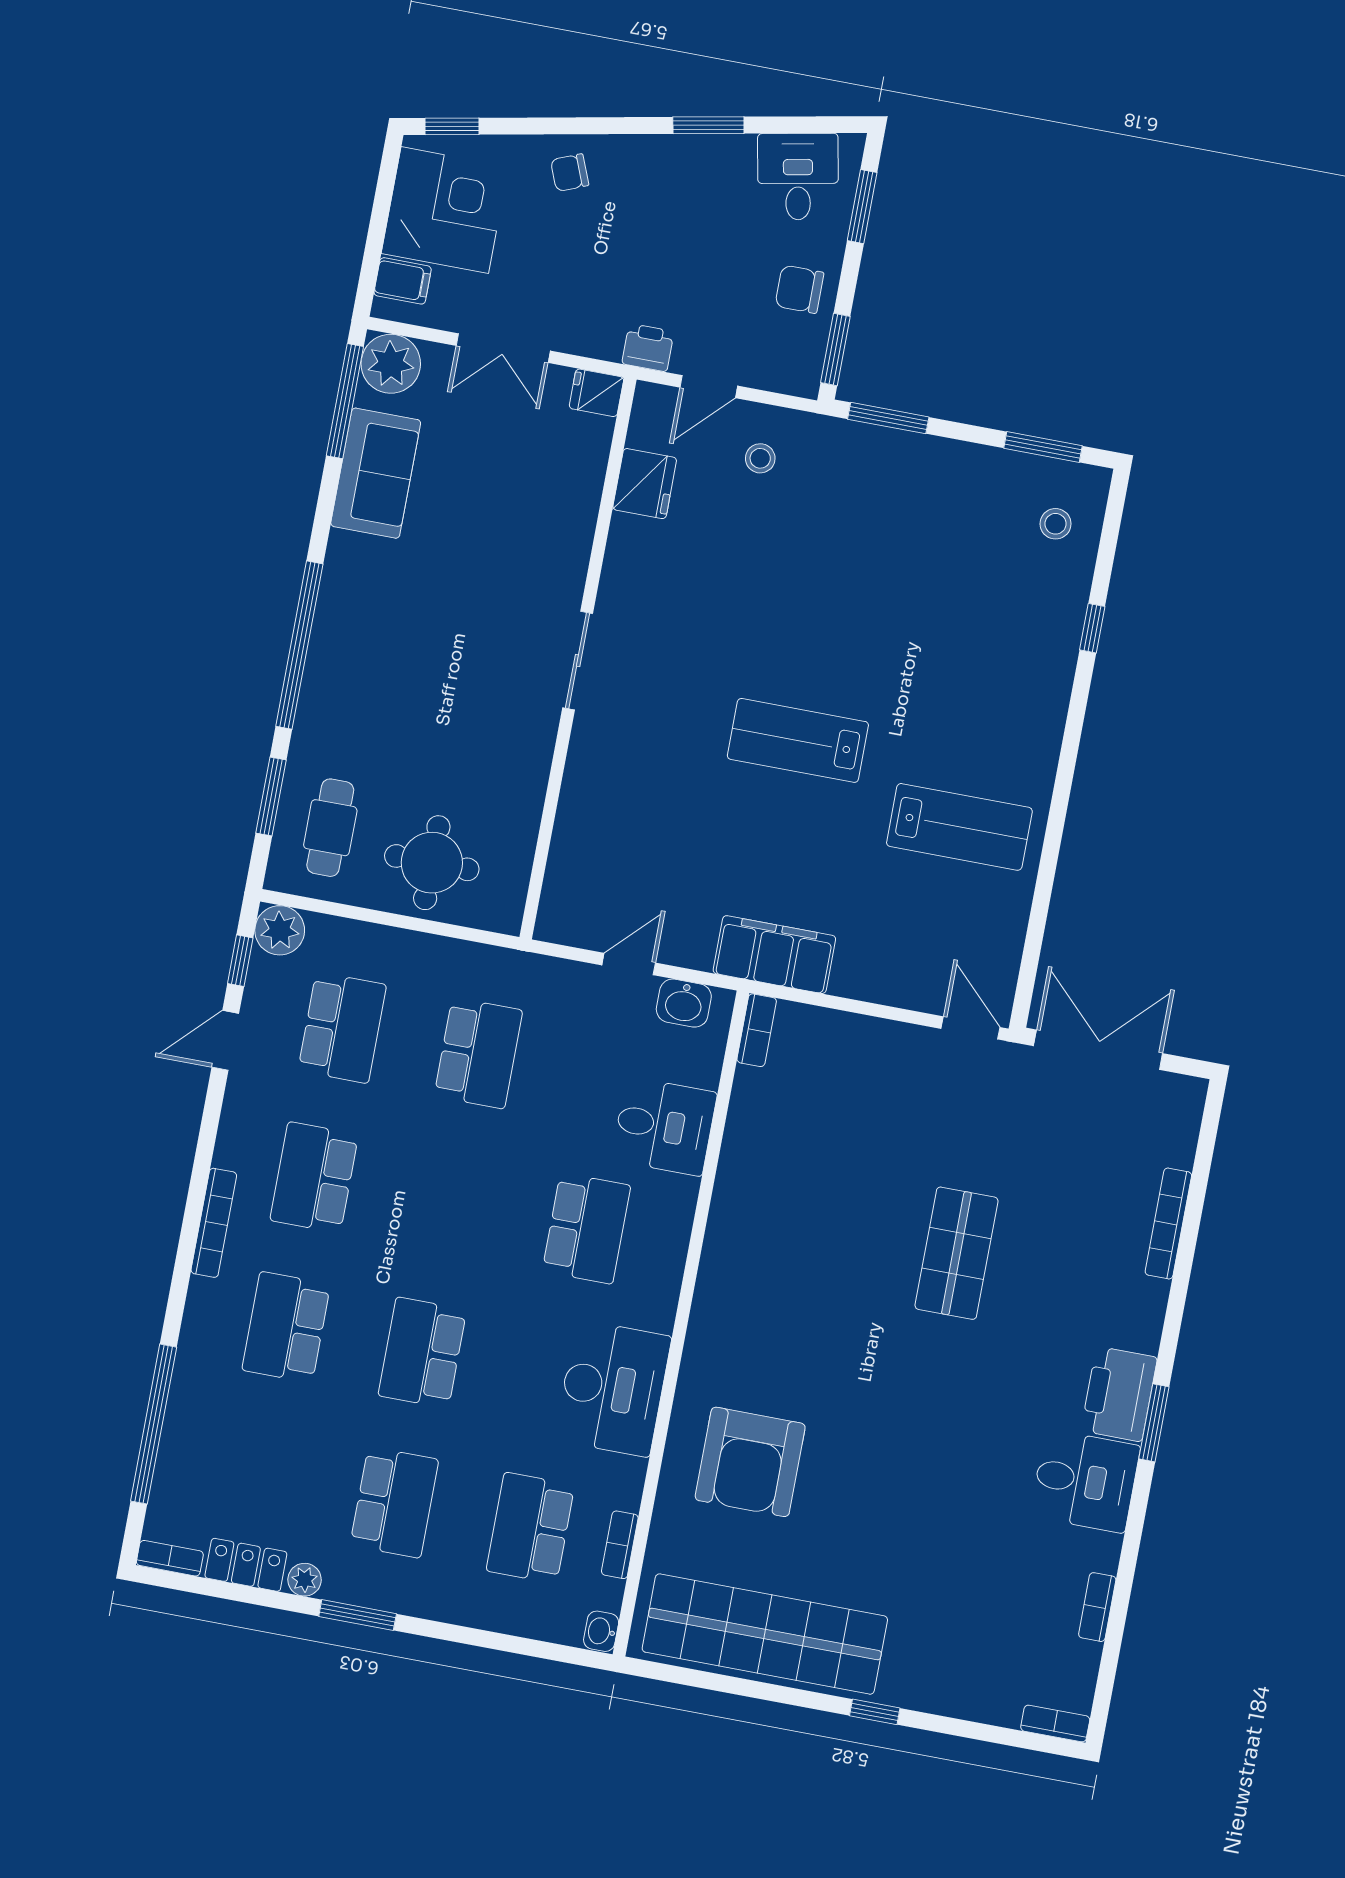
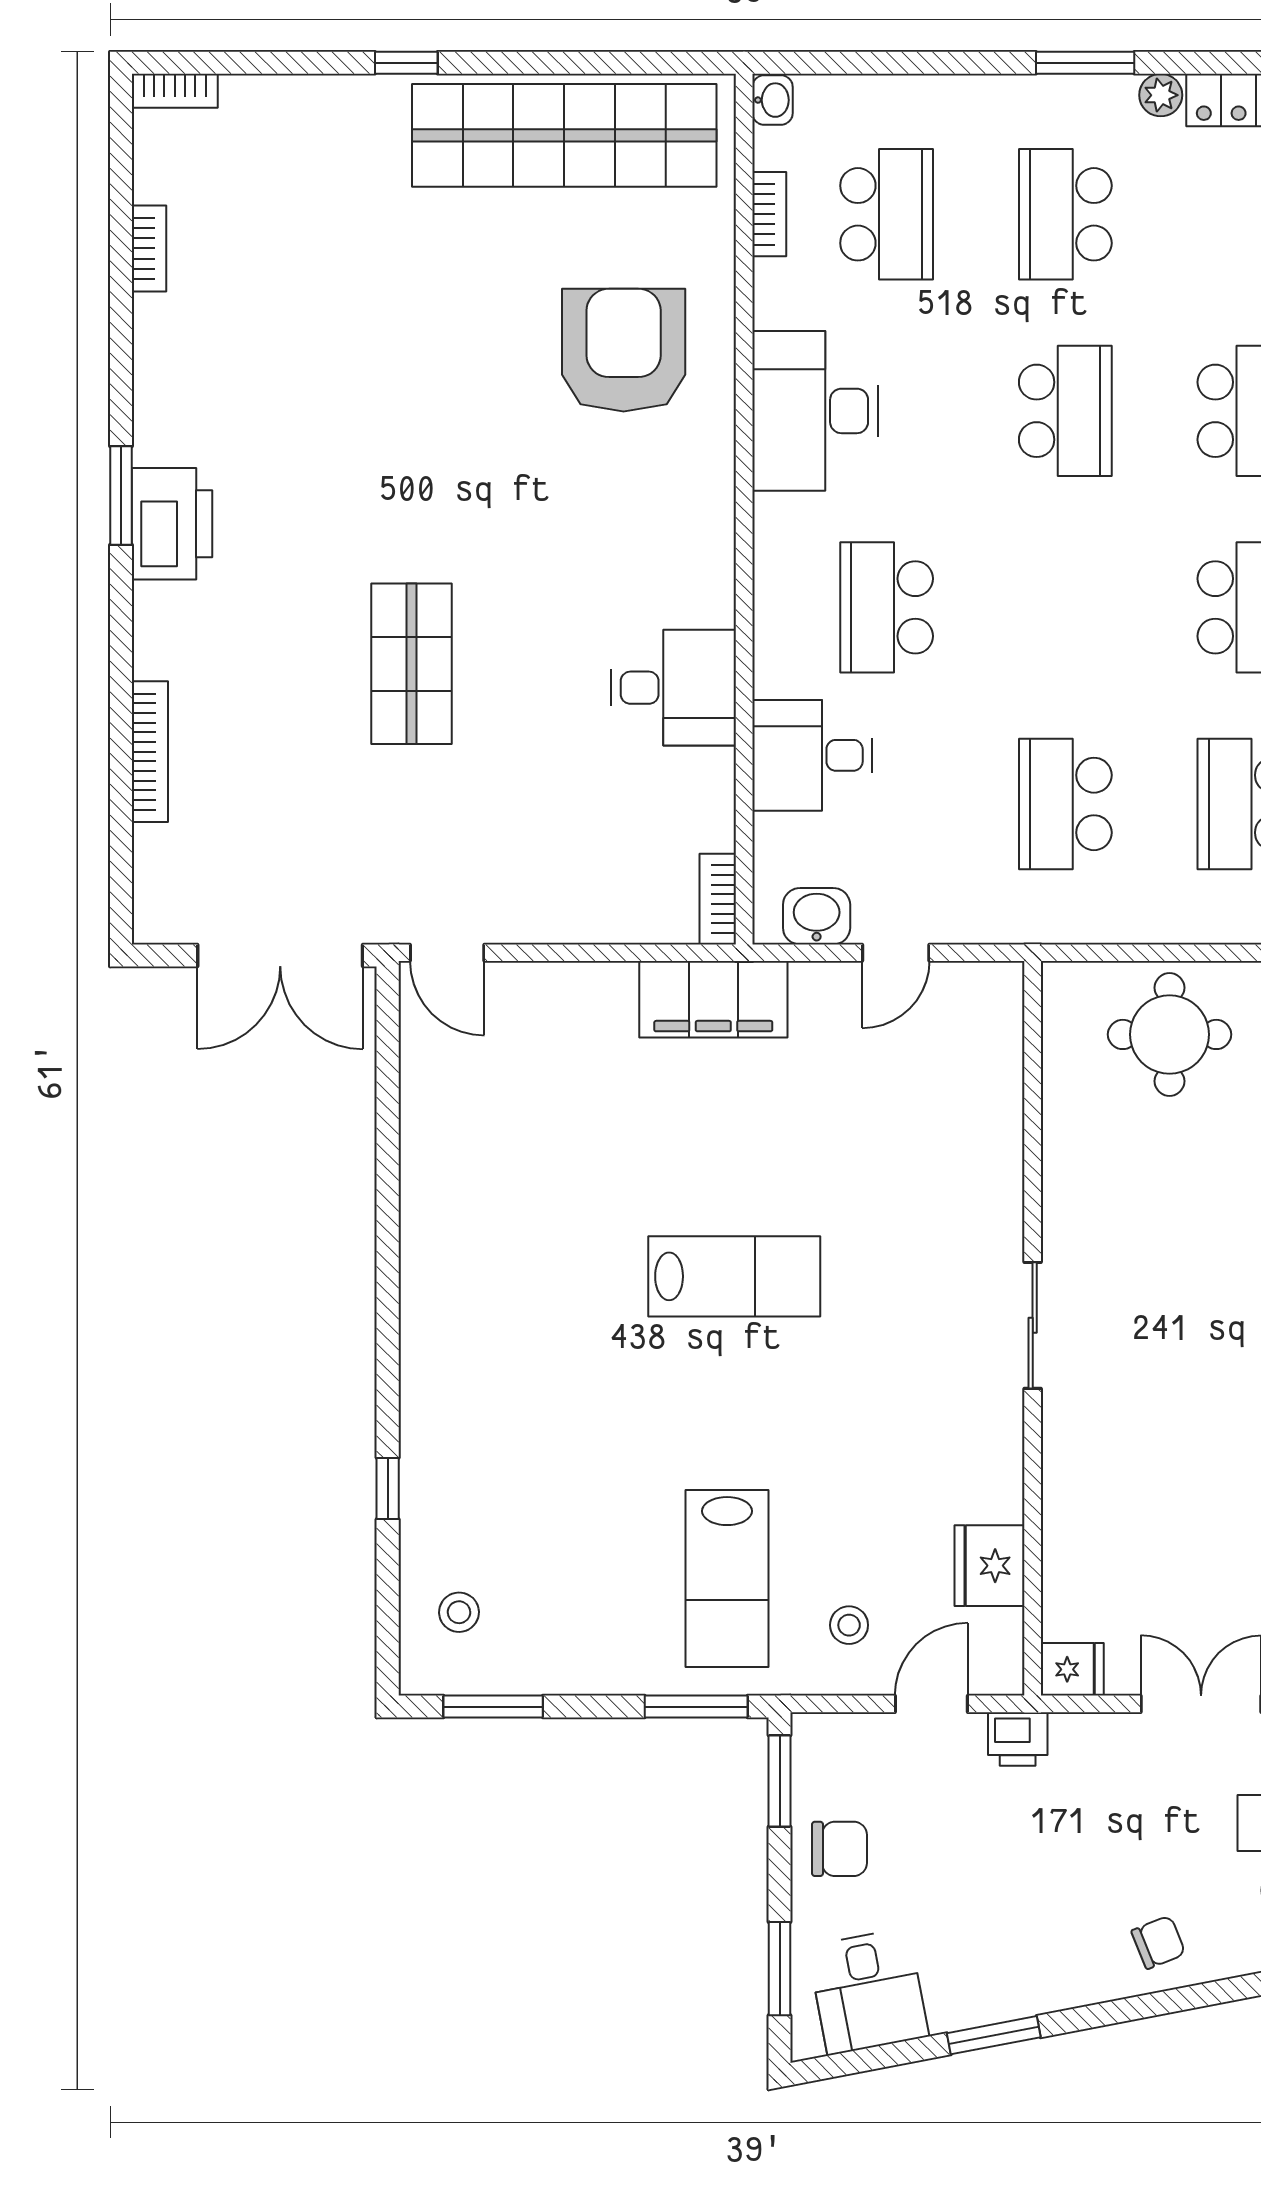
lab bench: (959, 827) -> (727, 1578), moved, turned -90
desk: (1085, 1481) -> (673, 688), moved, turned 180

